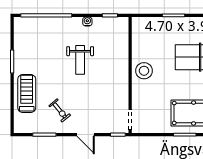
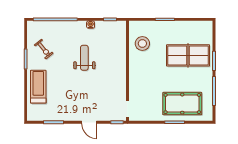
weight bench: (80, 60) -> (84, 58), turned 180
stool: (144, 71) -> (142, 44), moved
exercise bike: (60, 110) -> (44, 49), moved

